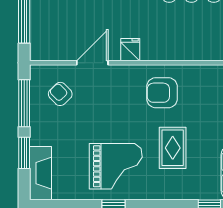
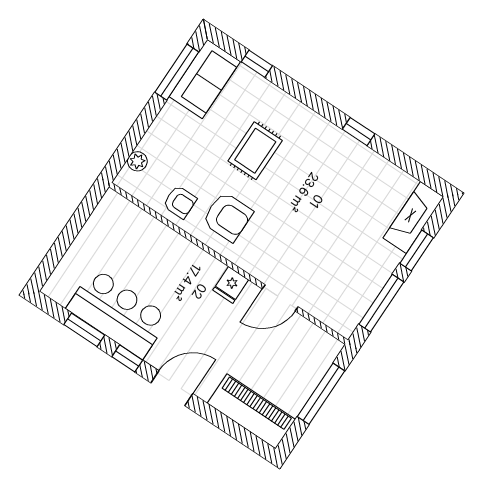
armchair: (60, 94) -> (180, 202), moved, turned -46
grand piano: (116, 166) -> (329, 171), removed

